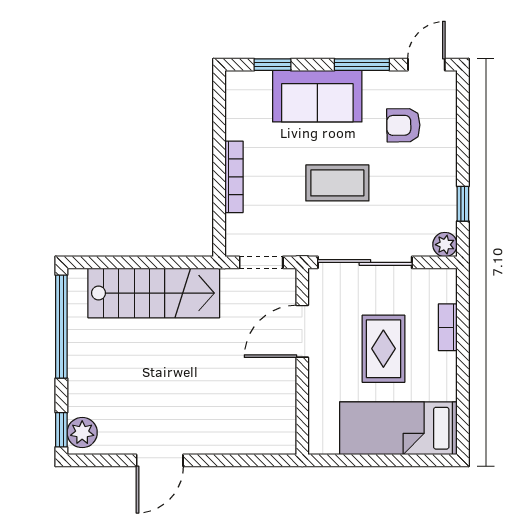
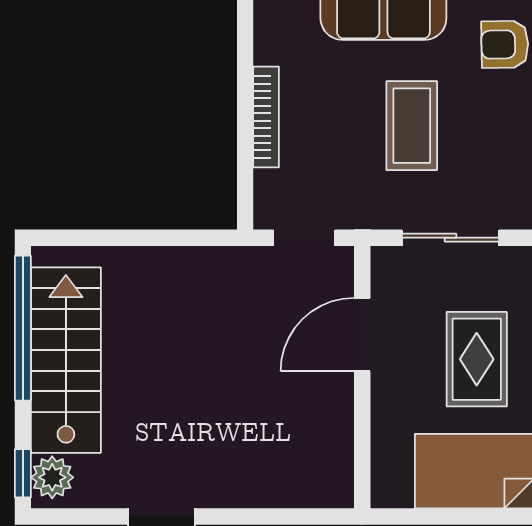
coffee table: (337, 183) -> (412, 126), turned 90
sliding door: (365, 262) -> (450, 238), width x0.73
stairs: (154, 293) -> (66, 360), moved, turned -90

